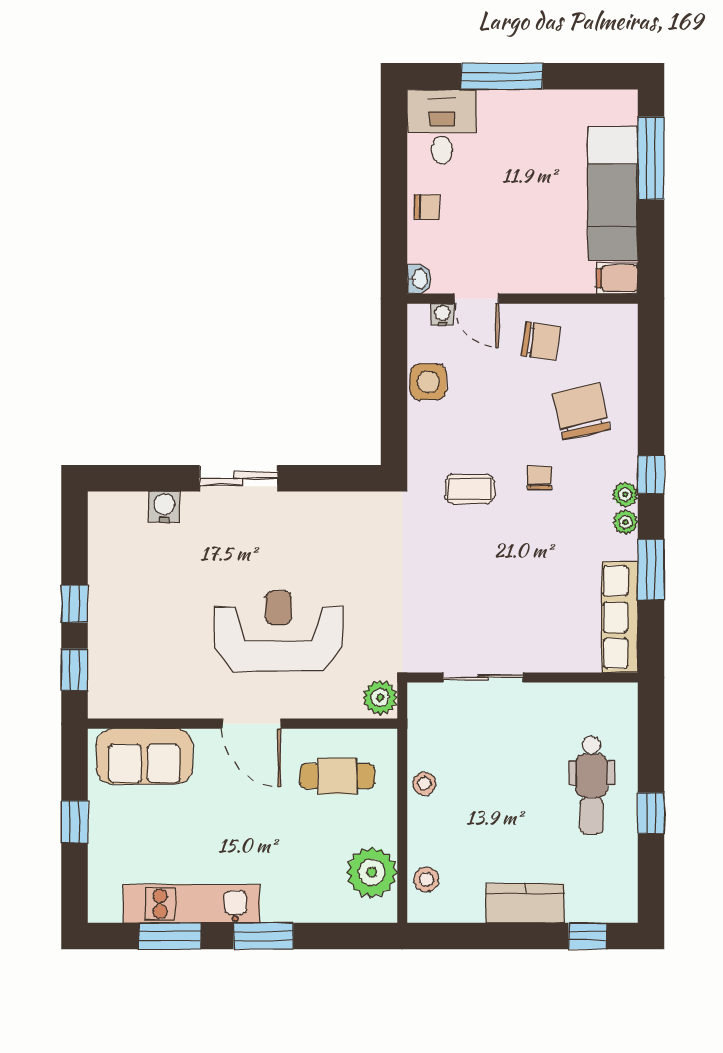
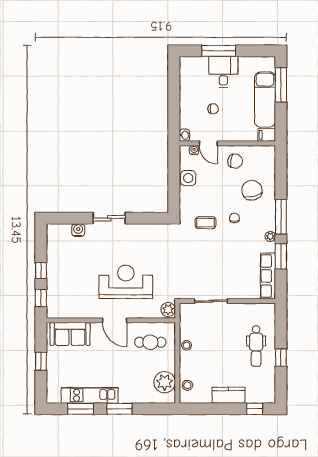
desk: (442, 127) -> (223, 72), moved
chair: (427, 207) -> (213, 109), moved
window: (651, 475) -> (281, 217), width x2.17
plant: (625, 494) -> (270, 225), removed

